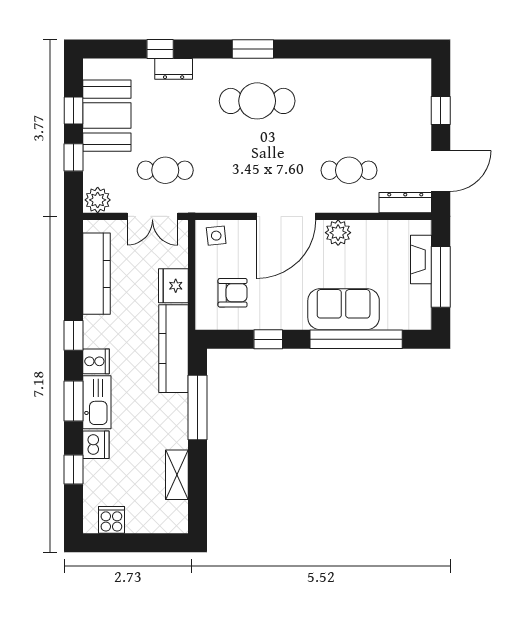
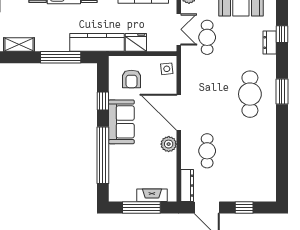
double door: (152, 216) -> (179, 29), swing flipped
sofa: (344, 309) -> (121, 122), moved

